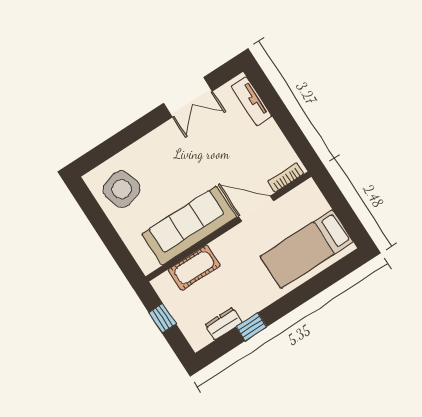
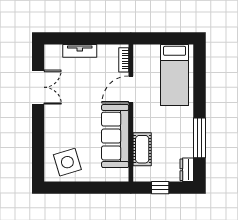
tv unit: (252, 101) -> (80, 51), moved
dresser: (223, 324) -> (187, 170), moved
window: (251, 327) -> (200, 138), width x2.17

